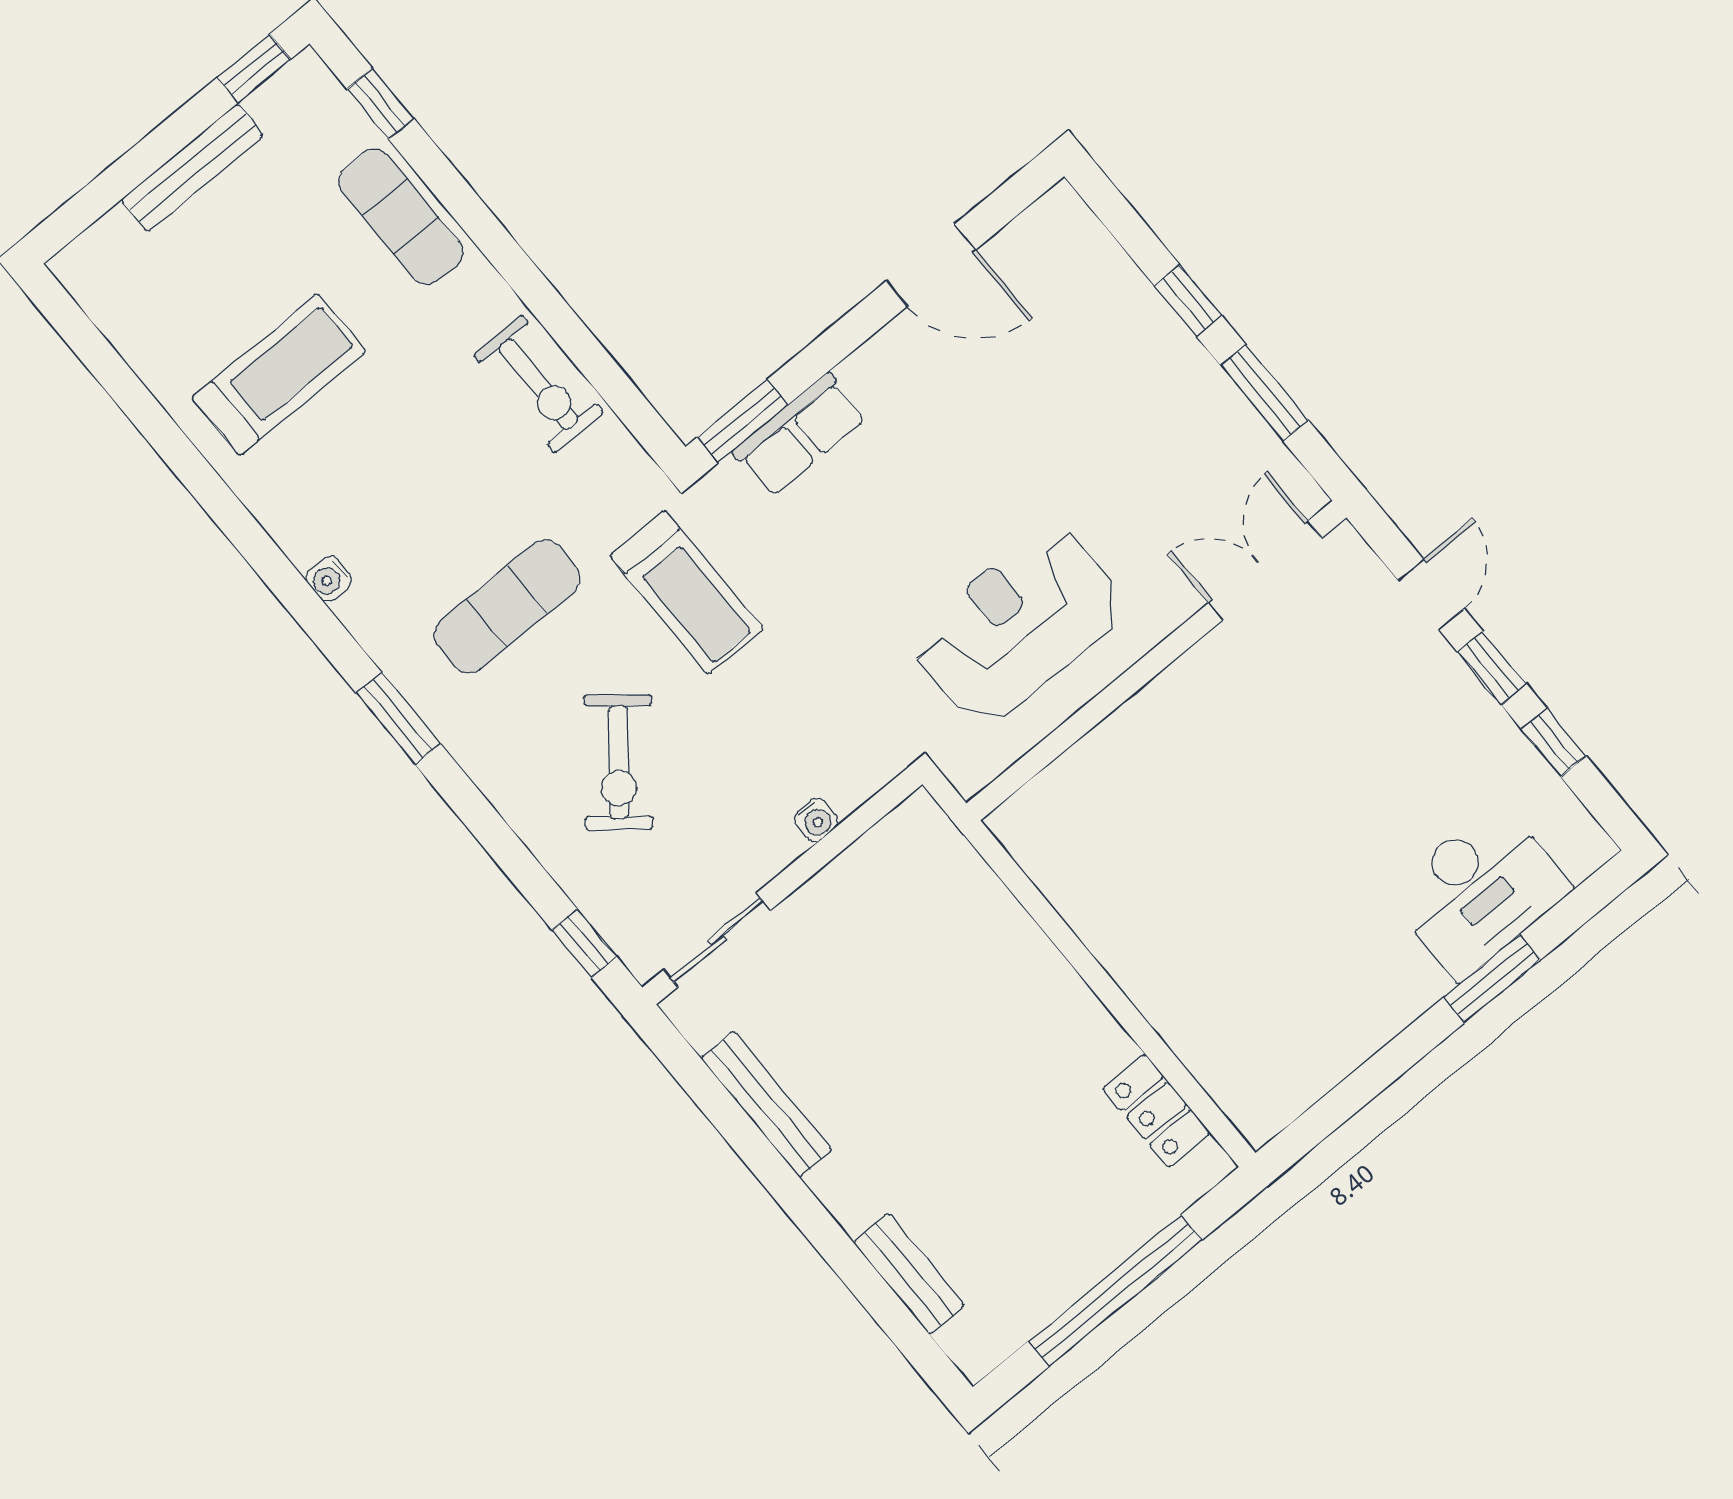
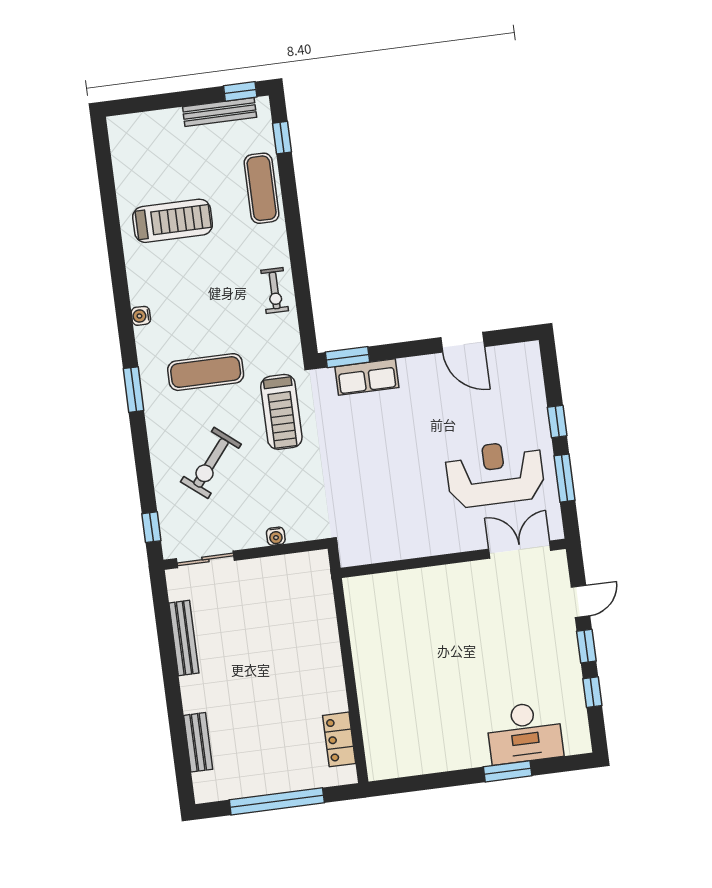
bench: (192, 168) -> (220, 112), moved
exercise bike: (538, 384) -> (275, 291), width x0.73, depth x0.72
reception desk: (1018, 625) -> (495, 474), moved

